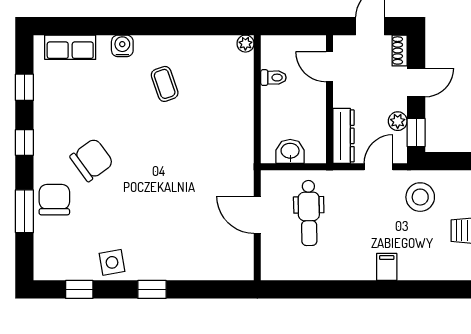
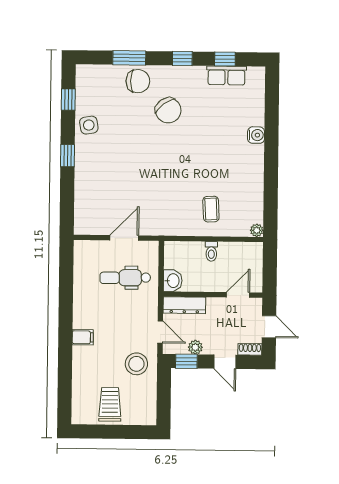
row of seats: (70, 47) -> (226, 75), moved, turned -90
toilet: (273, 78) -> (211, 251), moved
coffee table: (165, 84) -> (211, 209), moved, turned -74
washbasin: (290, 151) -> (173, 281), moved

